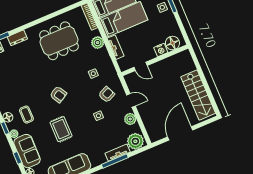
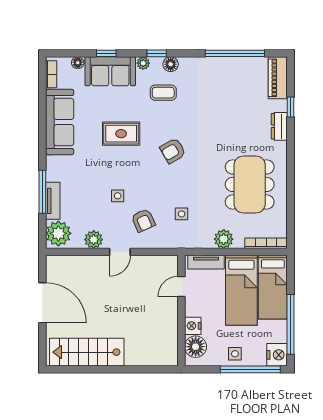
floor lamp: (172, 43) -> (196, 347), moved
nightstand: (161, 50) -> (193, 326), moved
wall: (155, 60) -> (181, 311), moved
door: (141, 66) -> (181, 286), moved

